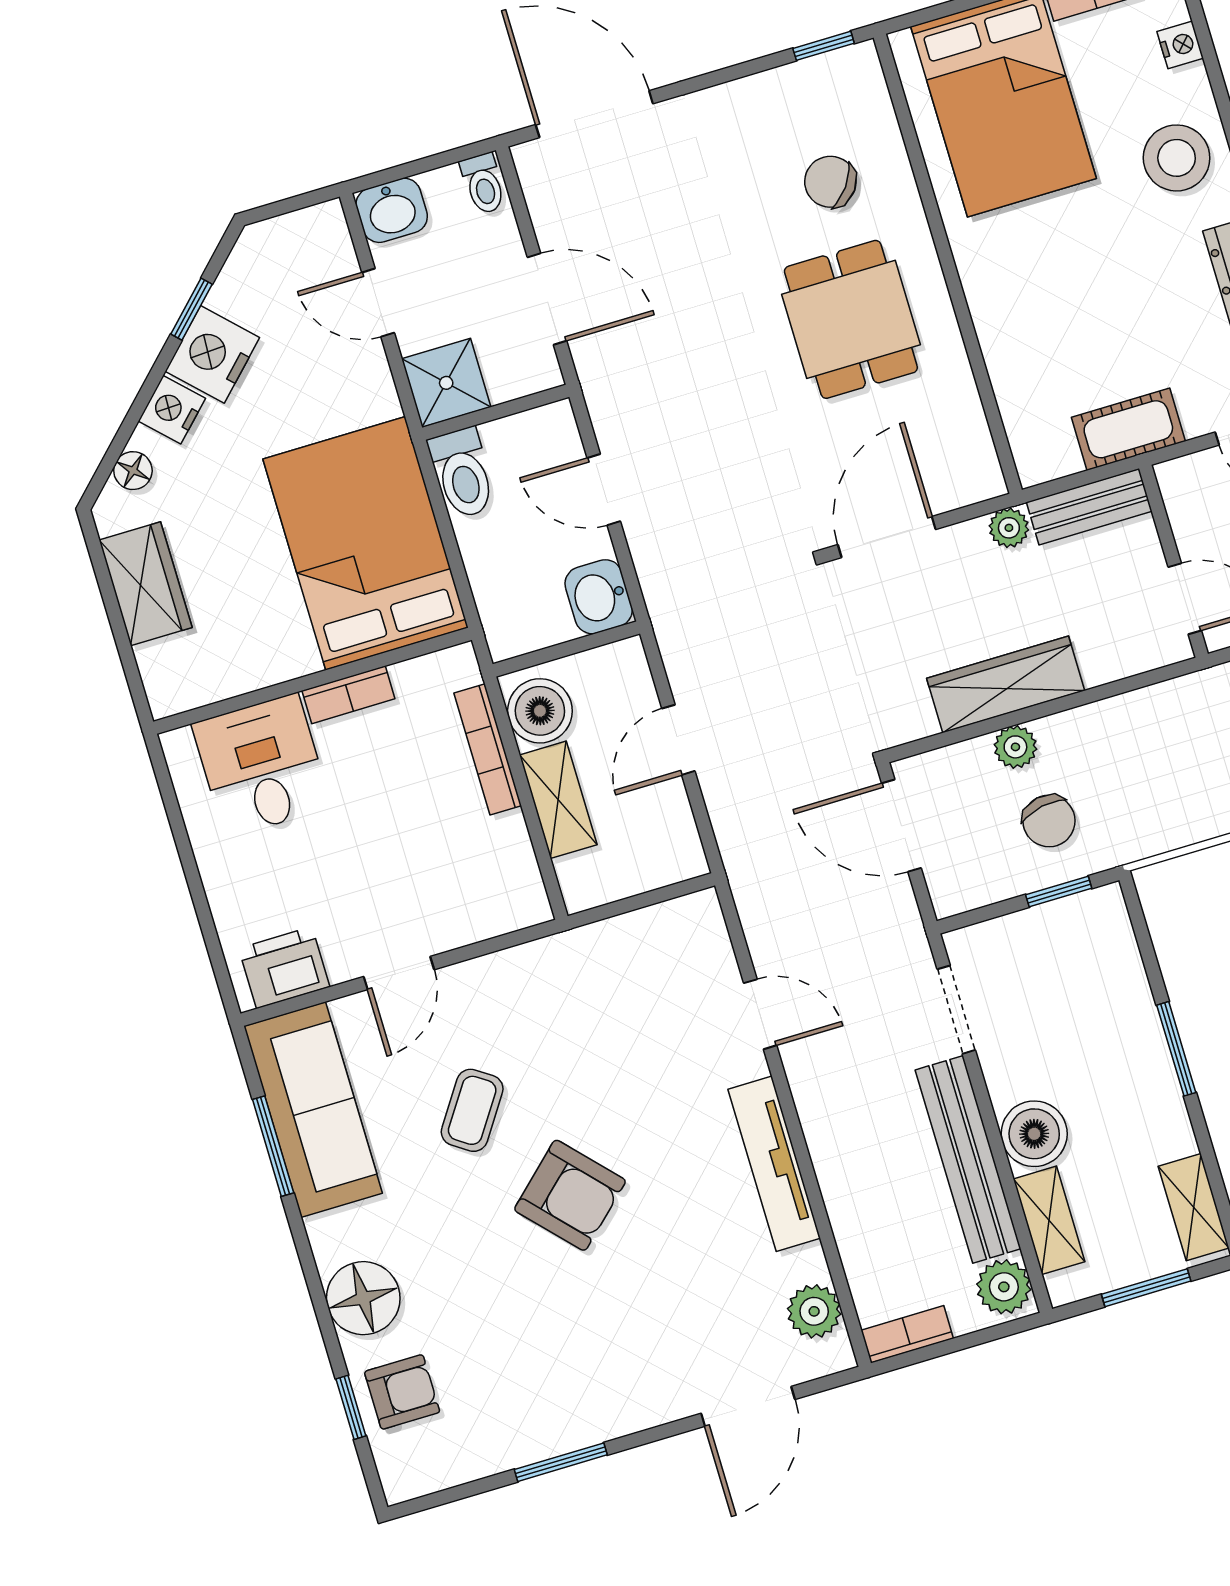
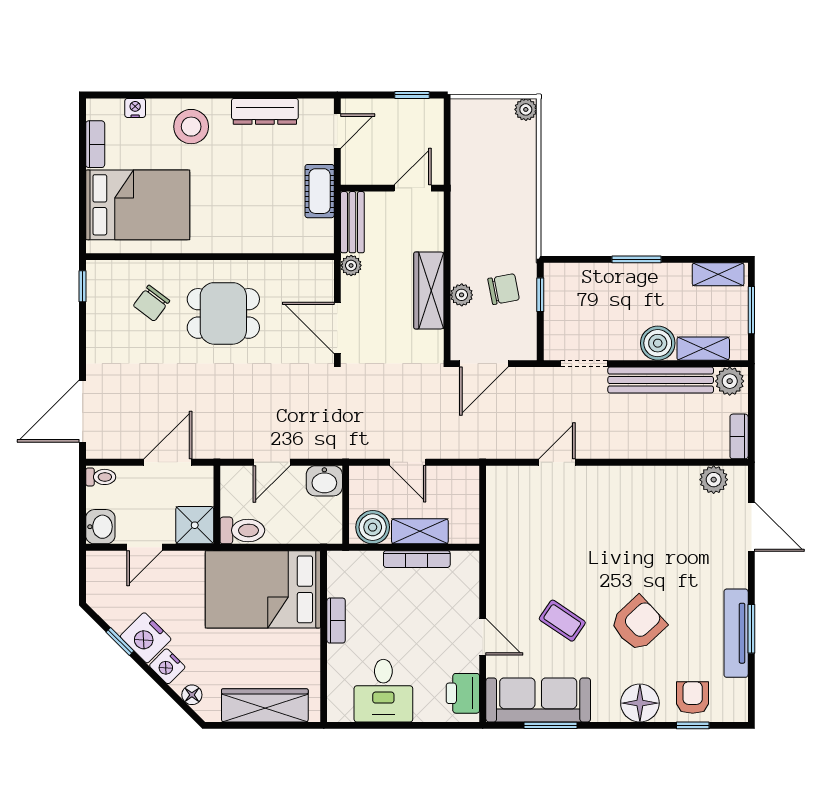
wardrobe: (146, 584) -> (265, 705), width x1.50
bookcase: (488, 749) -> (417, 559), moved
desk: (261, 765) -> (383, 691), moved, turned -90
tv unit: (774, 1164) -> (736, 633), moved, turned 90
armchair: (570, 1195) -> (638, 624), moved

